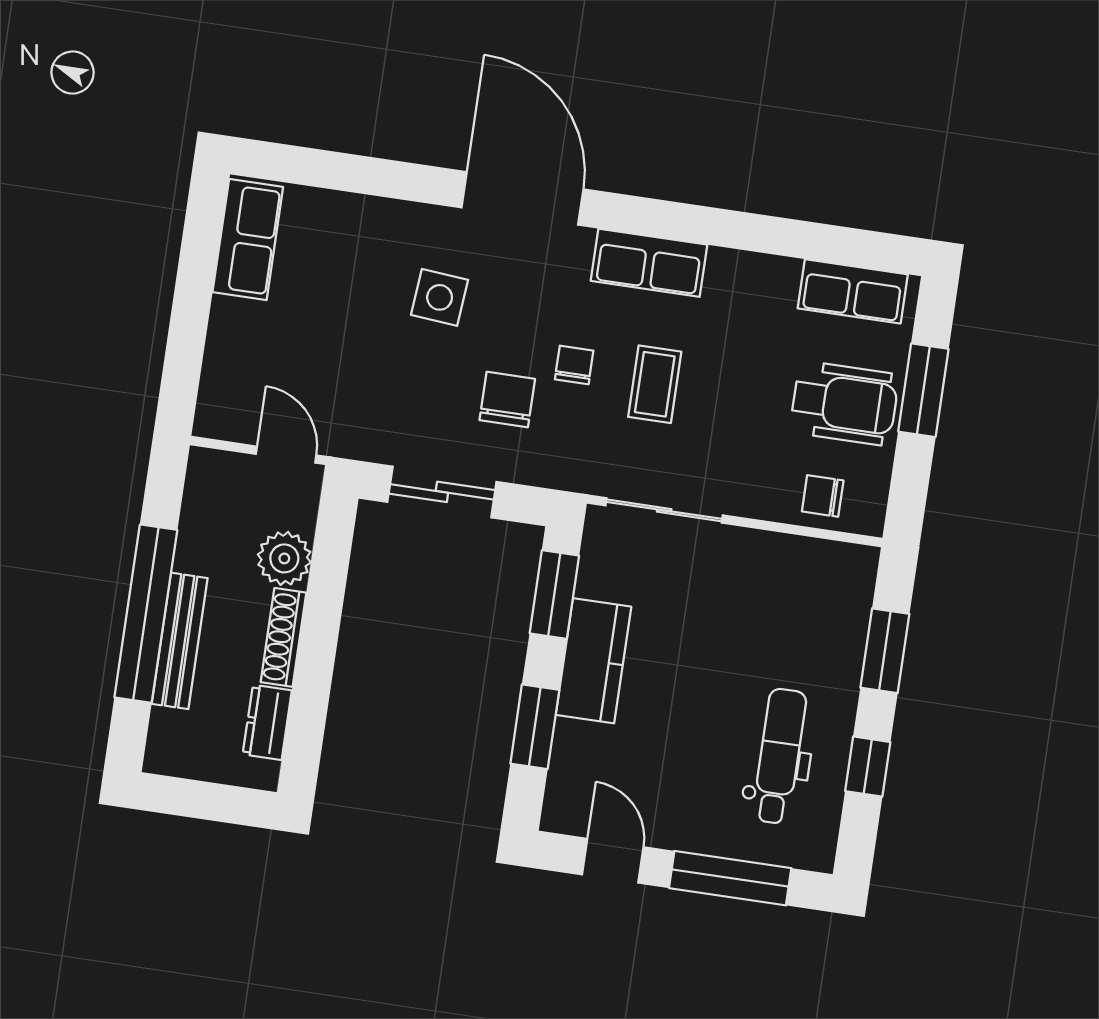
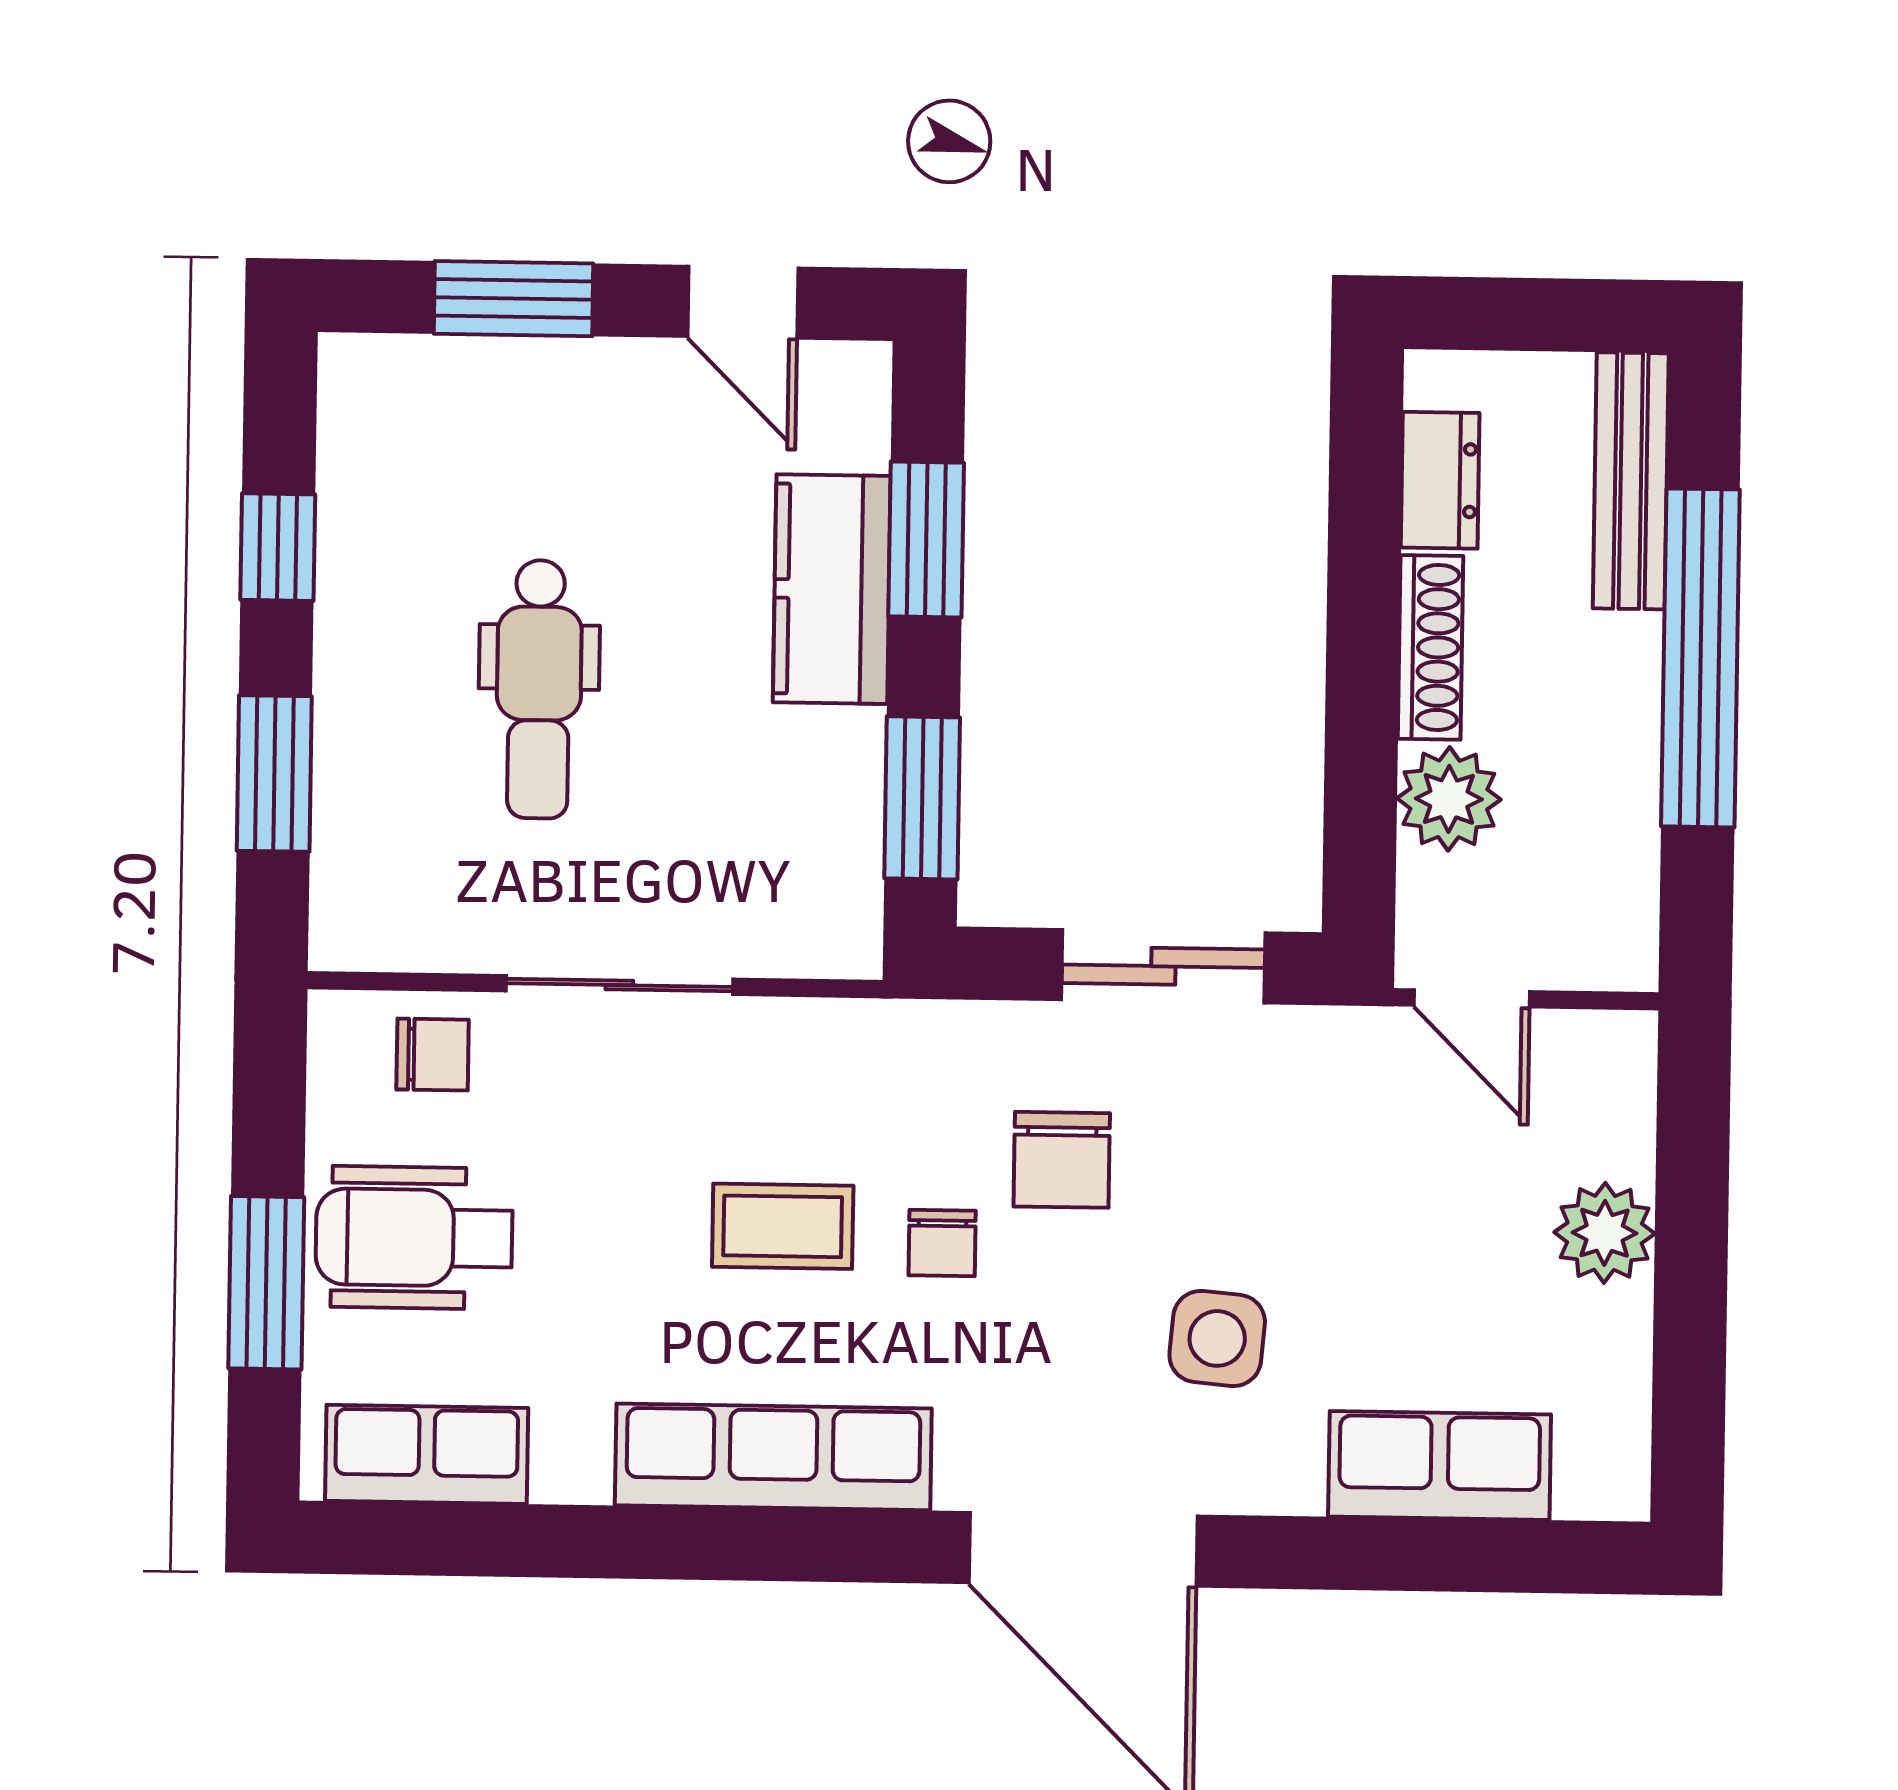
row of seats: (248, 240) -> (1440, 1465), moved, turned 90
row of seats: (649, 263) -> (773, 1457), width x1.48
plant: (234, 325) -> (1605, 1233), added
coffee table: (655, 384) -> (783, 1226), turned 90
sliding door: (664, 510) -> (619, 985), moved
bench: (180, 641) -> (1631, 481), moved
kitchen counter: (593, 661) -> (832, 589), moved
dental chair: (779, 756) -> (539, 689), moved
window: (730, 878) -> (513, 299), width x0.69

